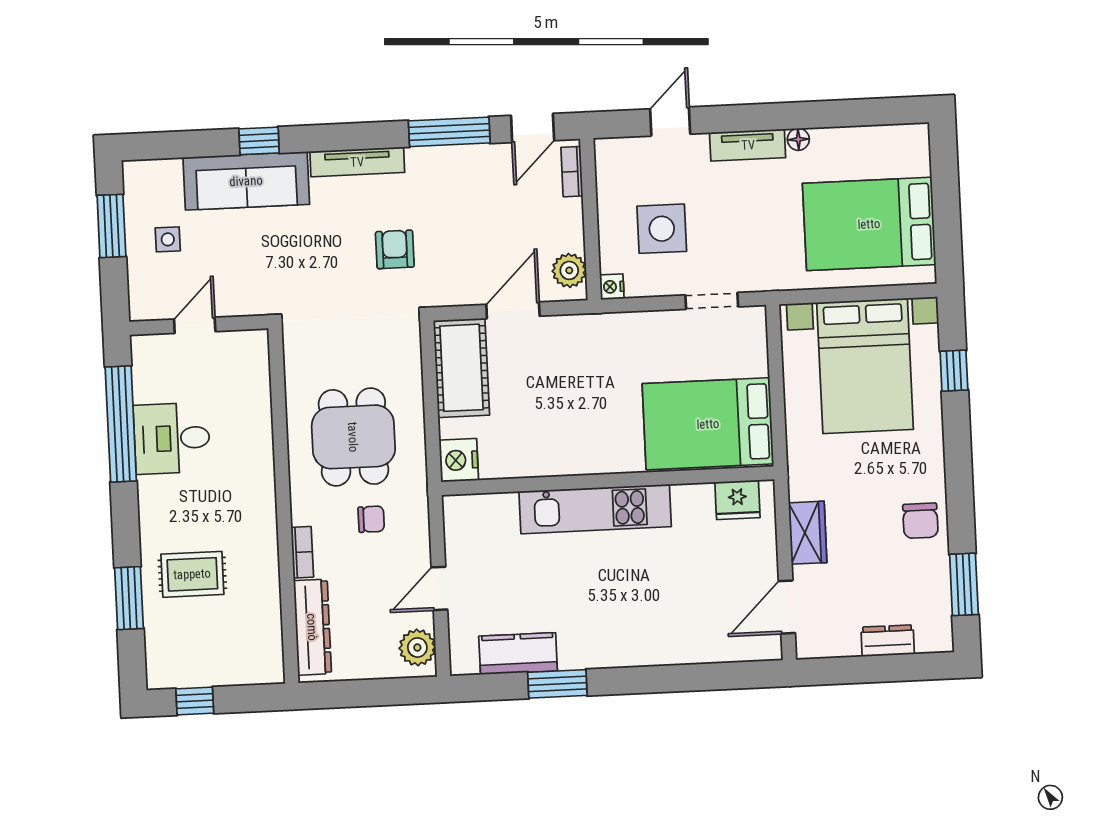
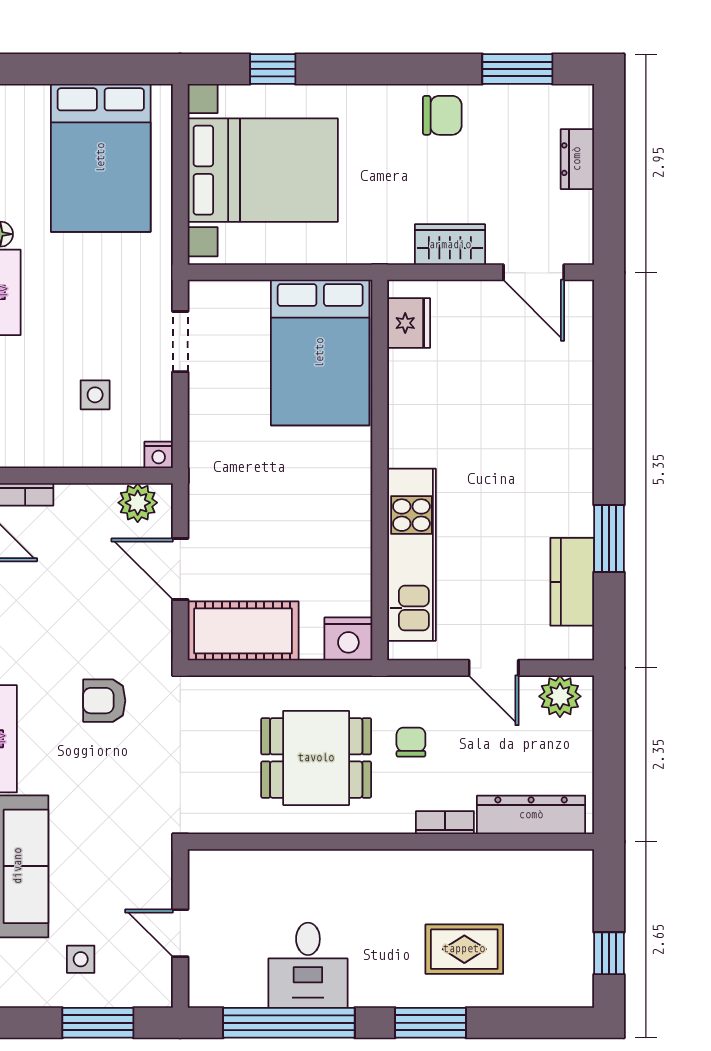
window: (111, 226) -> (98, 1023), moved
side table: (662, 229) -> (95, 395), width x0.54, depth x0.54
kitchen unit: (595, 509) -> (411, 555), moved
rug: (192, 574) -> (464, 949), turned 90
window: (129, 598) -> (431, 1023), moved

